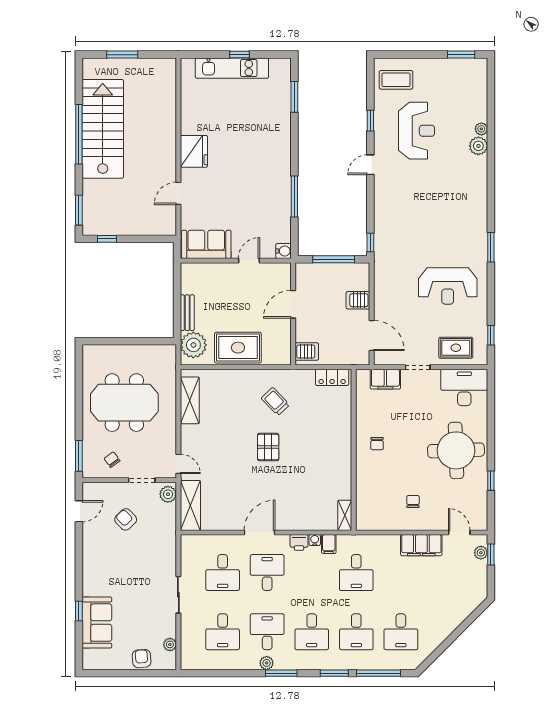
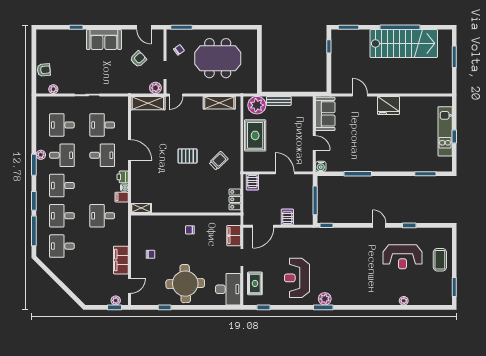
coffee table: (396, 80) -> (440, 260), moved
plant: (478, 146) -> (325, 299), moved
meeting table: (124, 403) -> (218, 58), turned 90
sofa: (97, 623) -> (104, 40), moved

